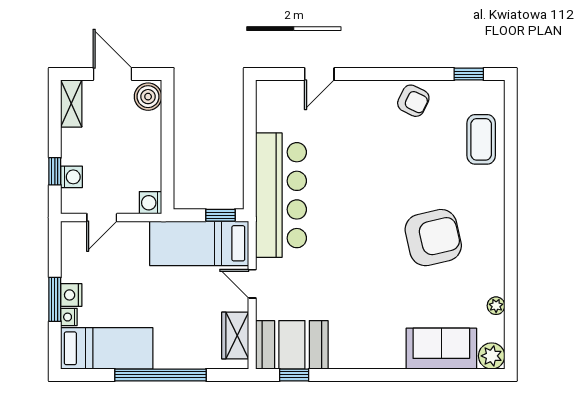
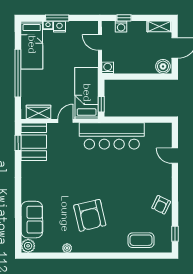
plant: (496, 306) -> (67, 248), moved

